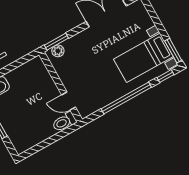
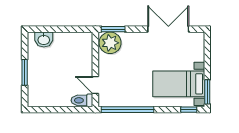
plant: (58, 51) -> (110, 43), width x1.87, depth x1.87
window: (126, 98) -> (128, 110), moved

